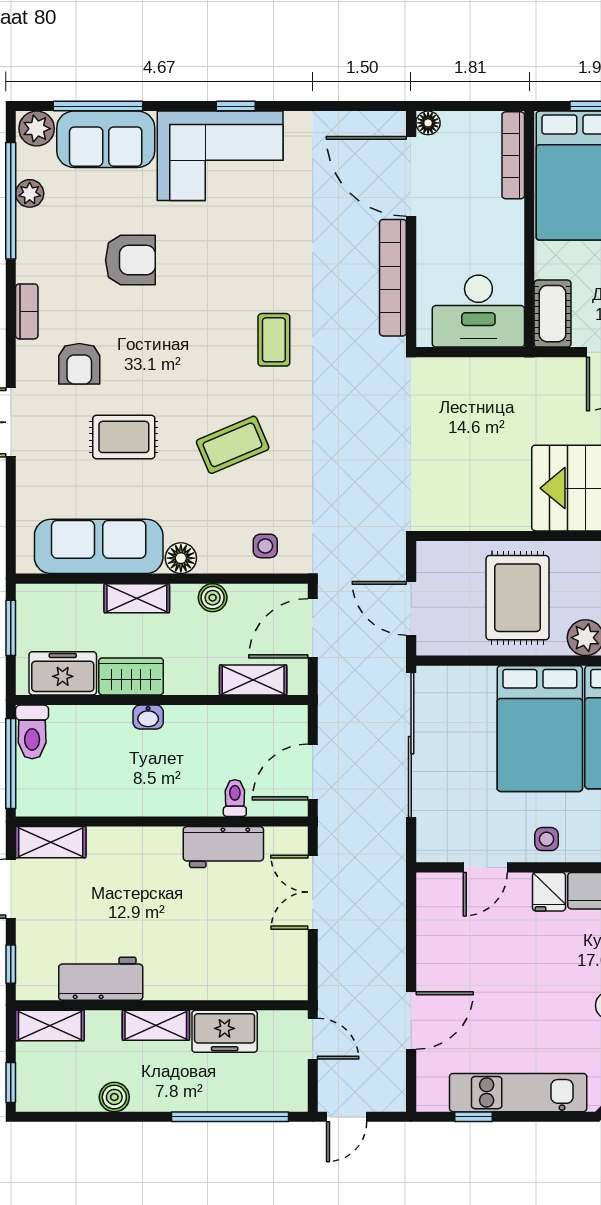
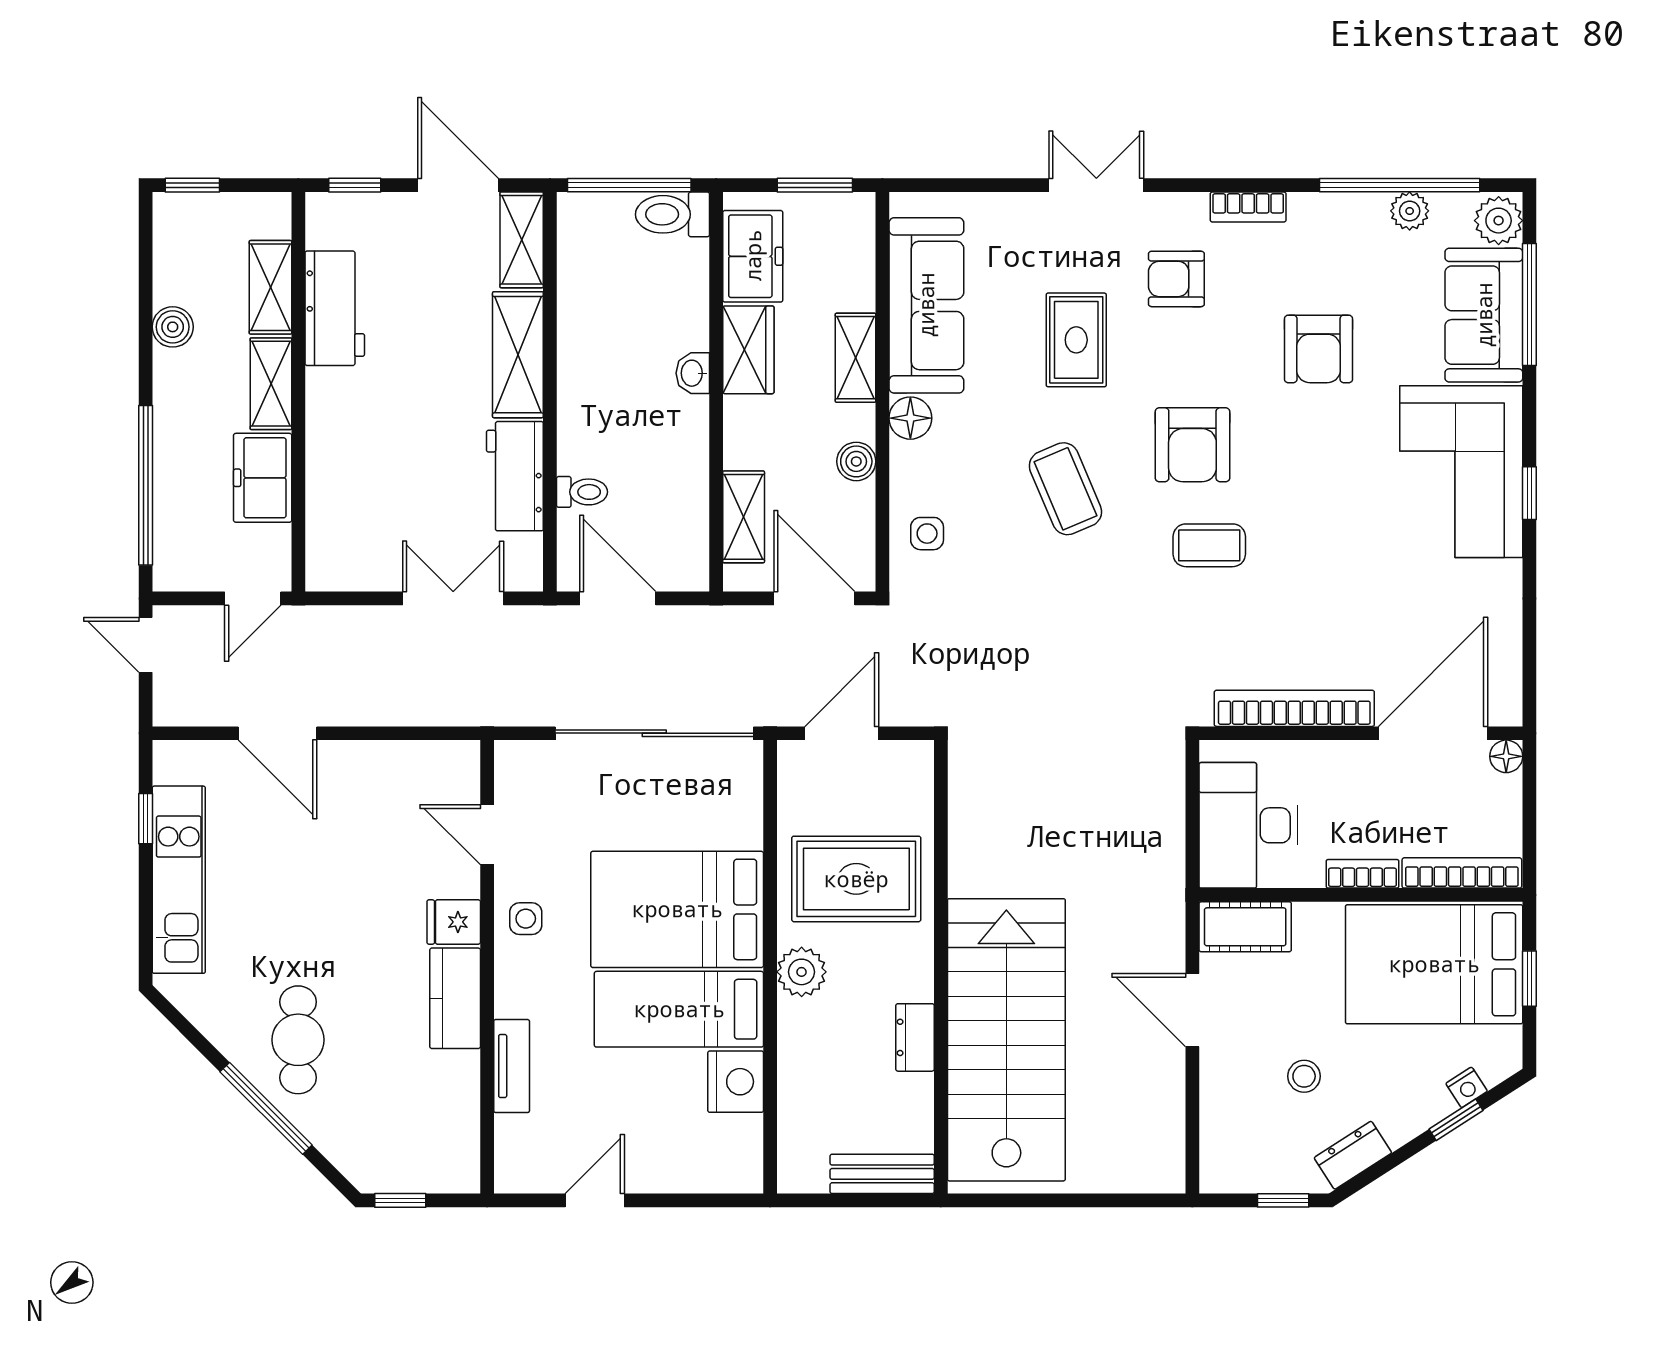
bookcase: (514, 228) -> (1362, 874), added
armchair: (200, 352) -> (1192, 445), added
shelving: (135, 845) -> (518, 355), added
shelving: (50, 1026) -> (271, 287), moved

